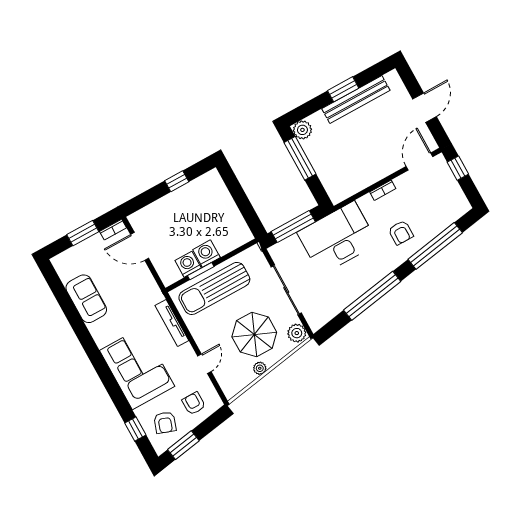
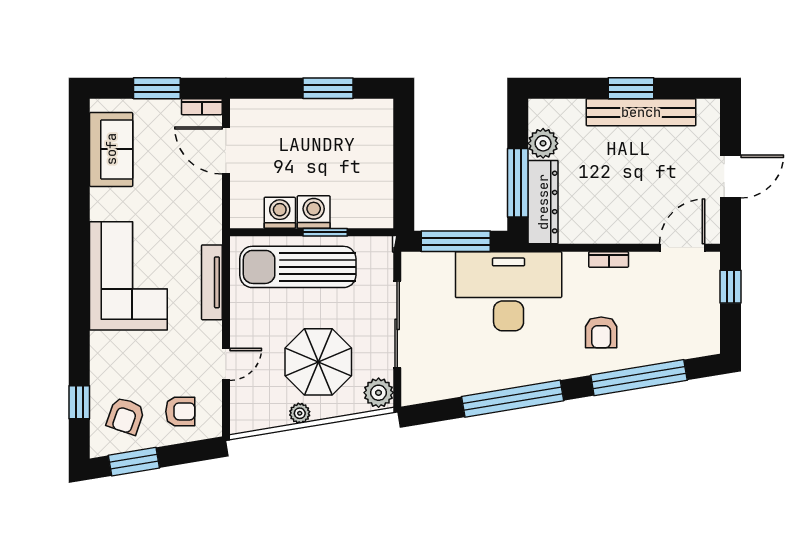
plant: (302, 130) -> (543, 143), moved
window: (300, 158) -> (518, 183), moved
dresser: (329, 179) -> (543, 202), added
window: (177, 181) -> (328, 88), width x1.50
window: (201, 271) -> (325, 232), moved
sofa: (86, 299) -> (111, 149), moved
corner sofa: (137, 368) -> (128, 276), moved
armchair: (194, 403) -> (180, 411), turned 90

